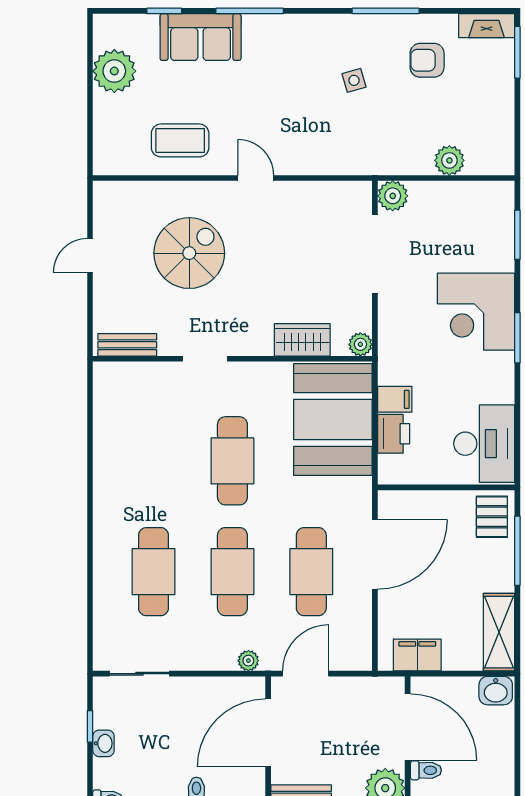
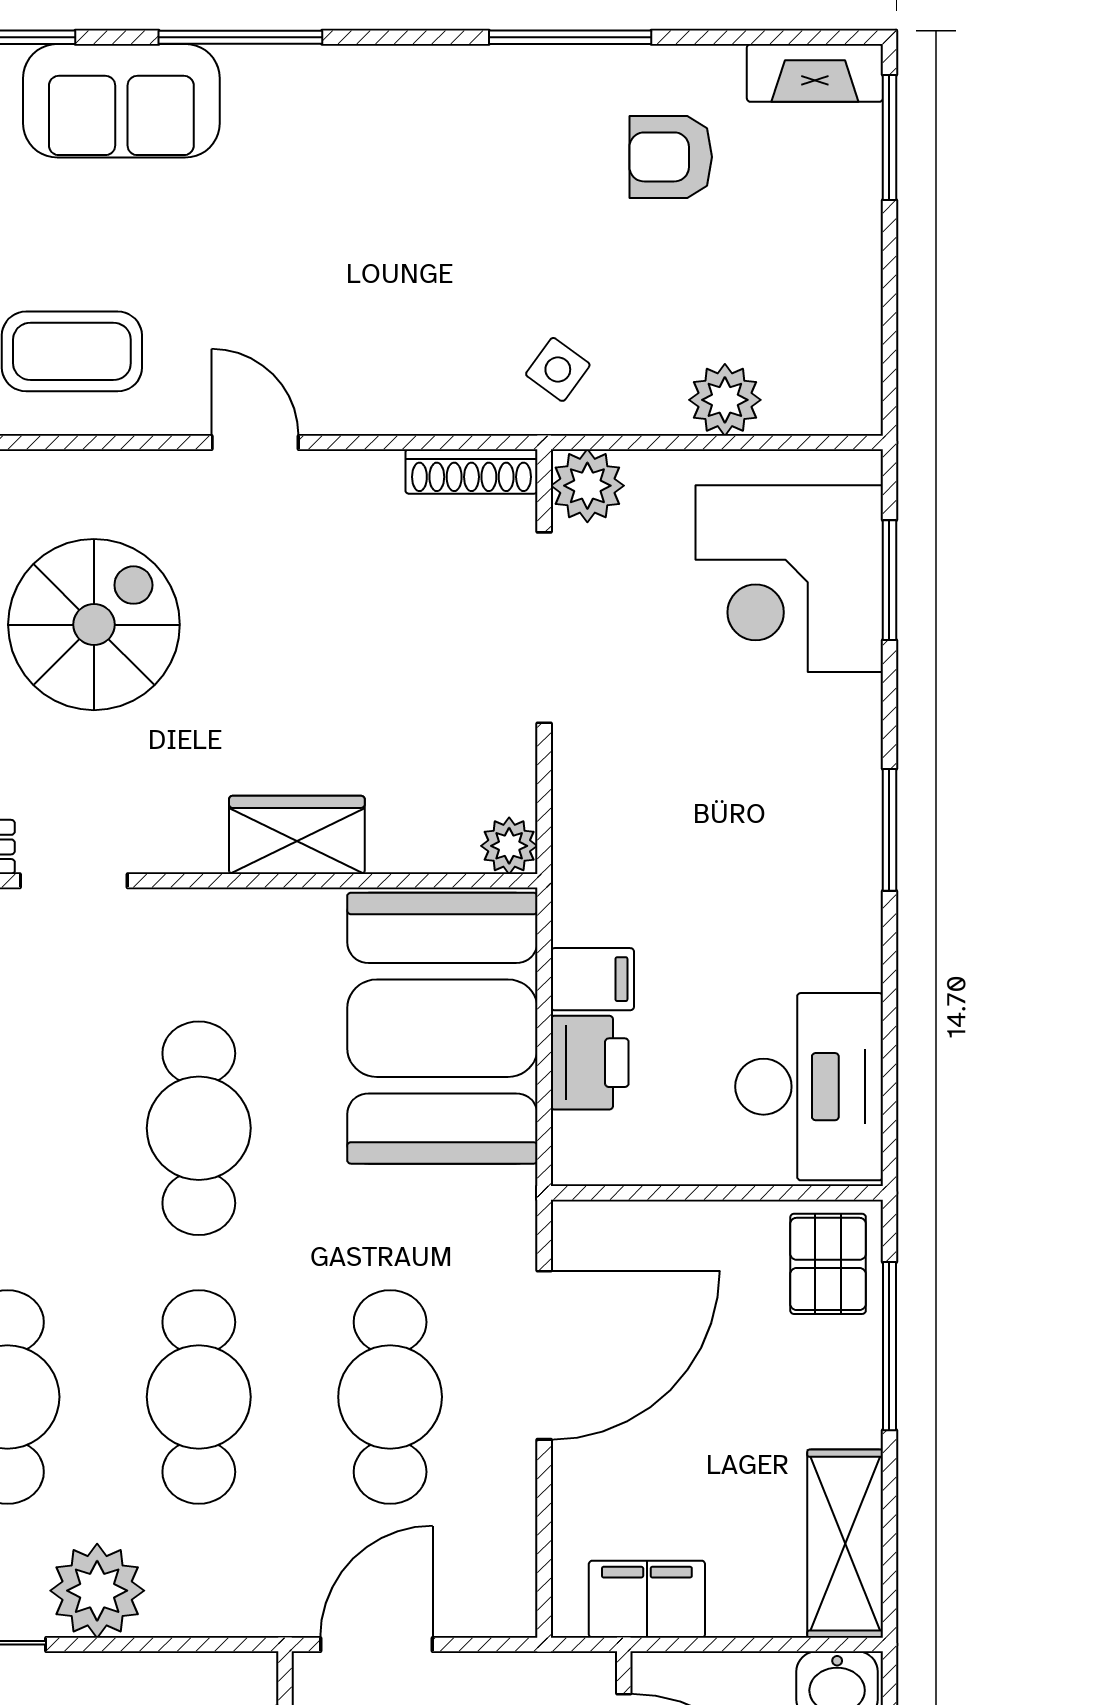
side table: (354, 80) -> (558, 369), moved, turned -38
shoe rack: (345, 190) -> (471, 471), added
corner desk: (476, 312) -> (789, 579), moved
wardrobe: (302, 340) -> (297, 835), moved
doorway: (205, 359) -> (74, 881), moved
plant: (248, 661) -> (97, 1591), moved, width x1.88, depth x1.88

